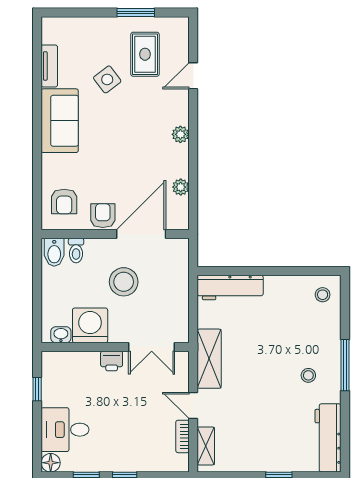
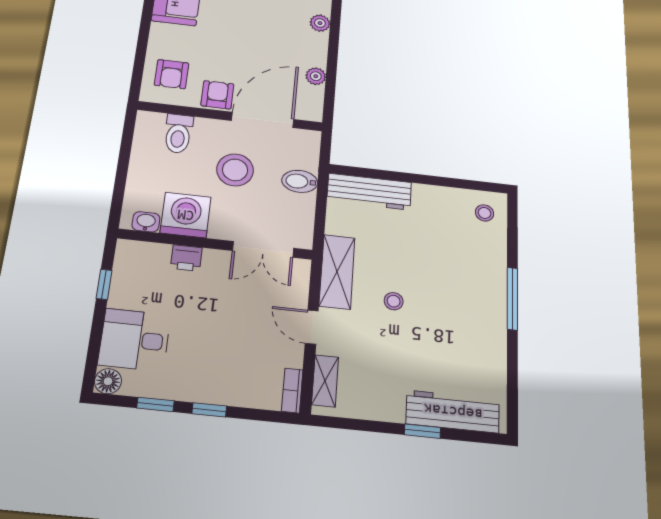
toilet: (76, 251) -> (178, 134), width x1.37, depth x1.39
bidet: (54, 252) -> (300, 181), moved, turned 90
printer: (112, 361) -> (186, 258), moved
stool: (308, 375) -> (394, 301), moved
bookcase: (182, 436) -> (292, 391), moved
workbench: (328, 438) -> (453, 412), moved, turned 90

